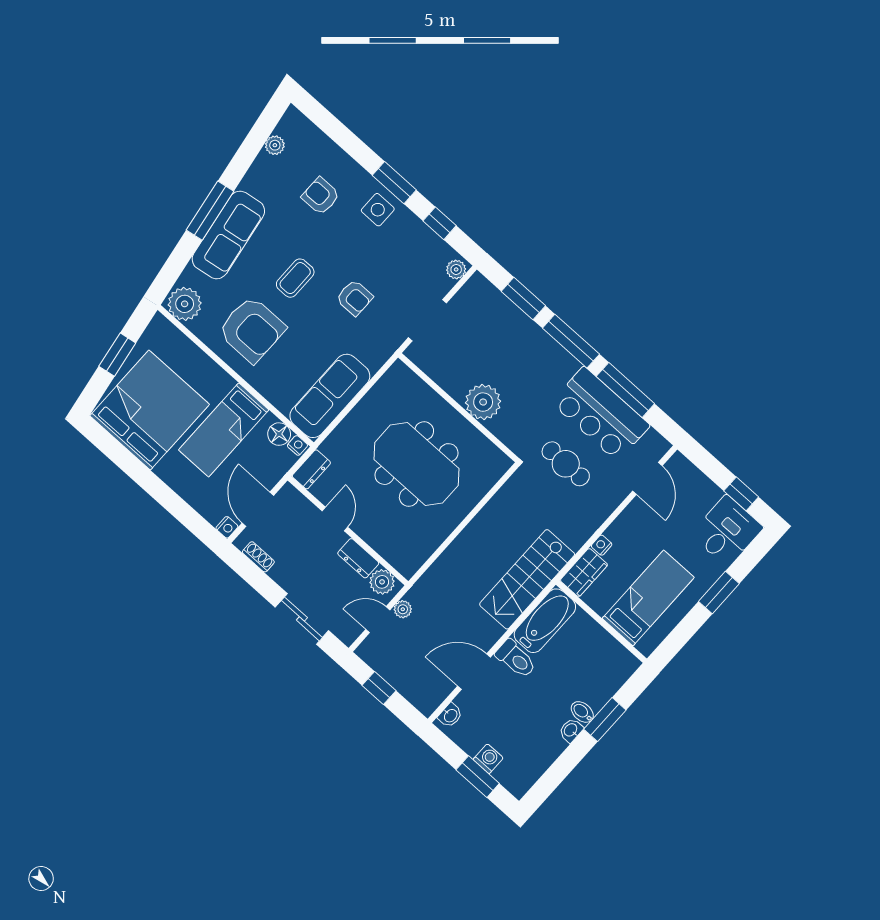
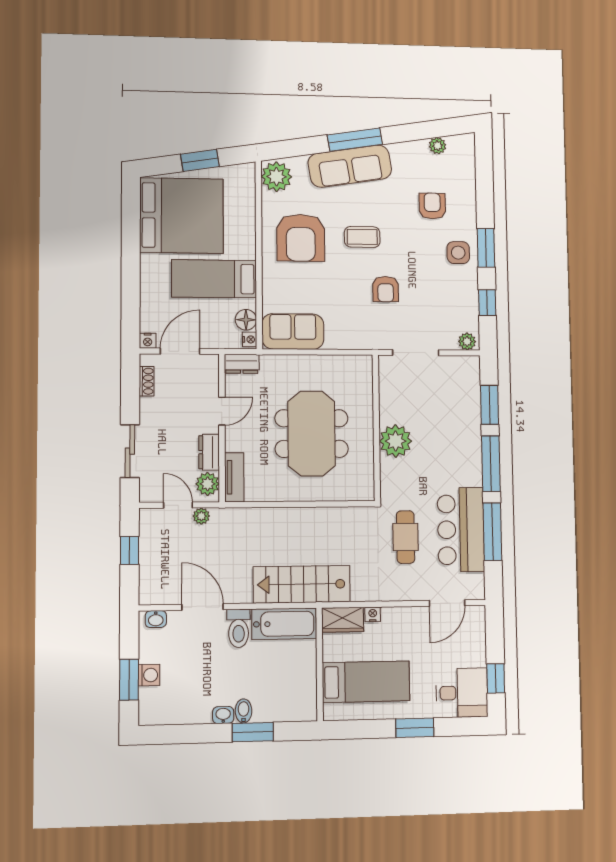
sofa: (330, 396) -> (293, 332), width x0.73
tv unit: (396, 556) -> (234, 477), added

